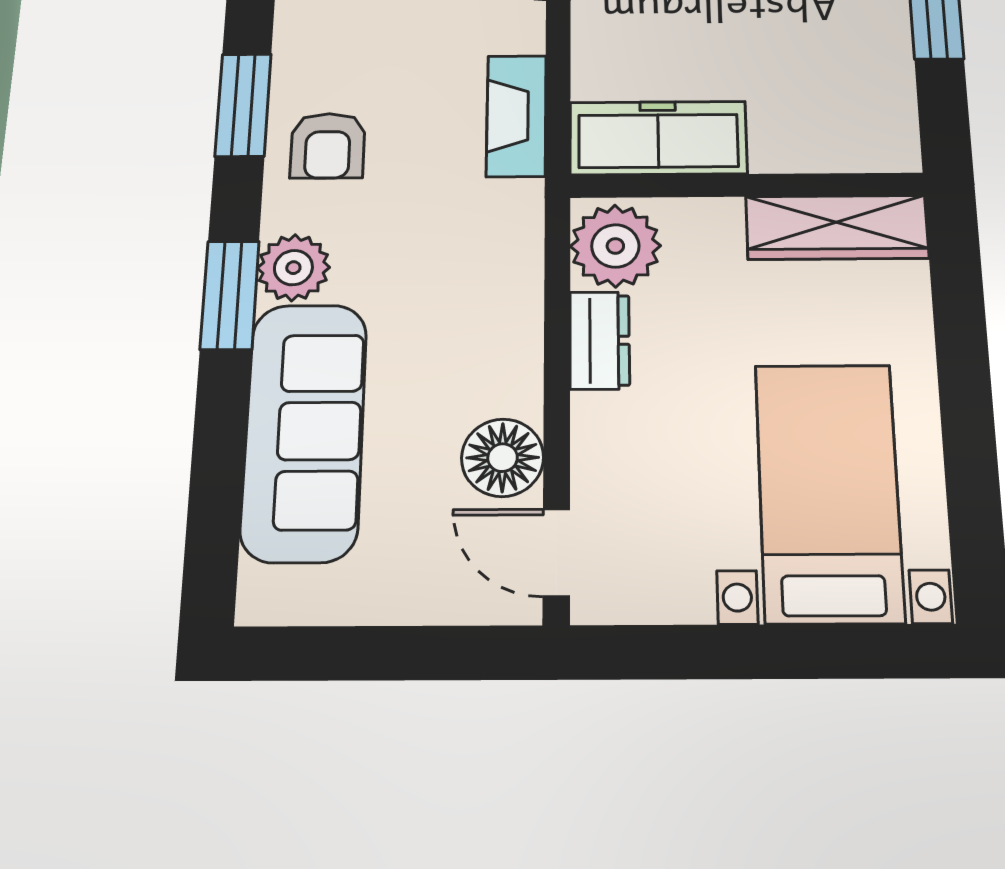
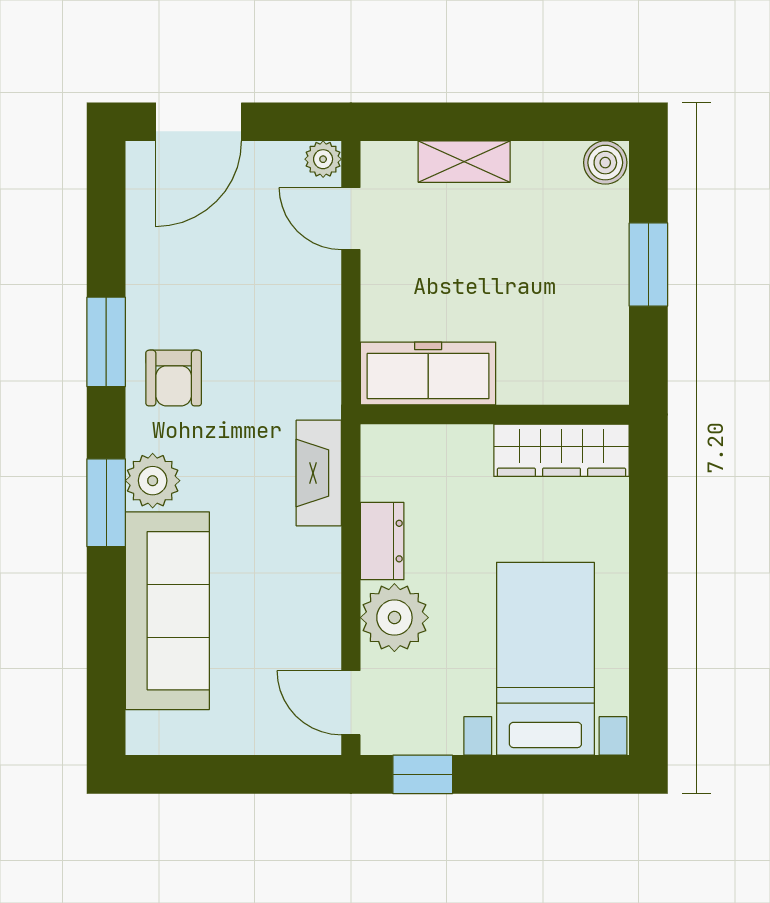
fireplace: (516, 116) -> (319, 473), moved
plant: (615, 246) -> (394, 618), moved
floor lamp: (503, 458) -> (312, 632), removed
window: (659, 652) -> (423, 774), added

